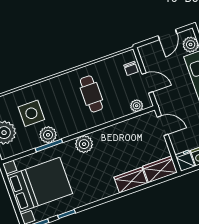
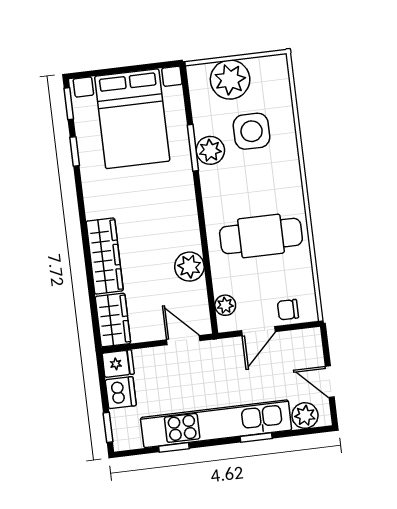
cafe table: (91, 94) -> (261, 236), width x1.37, depth x1.35
door: (163, 126) -> (183, 340), swing flipped
plant: (84, 144) -> (189, 267), moved
wardrobe: (131, 180) -> (105, 256), width x1.50

